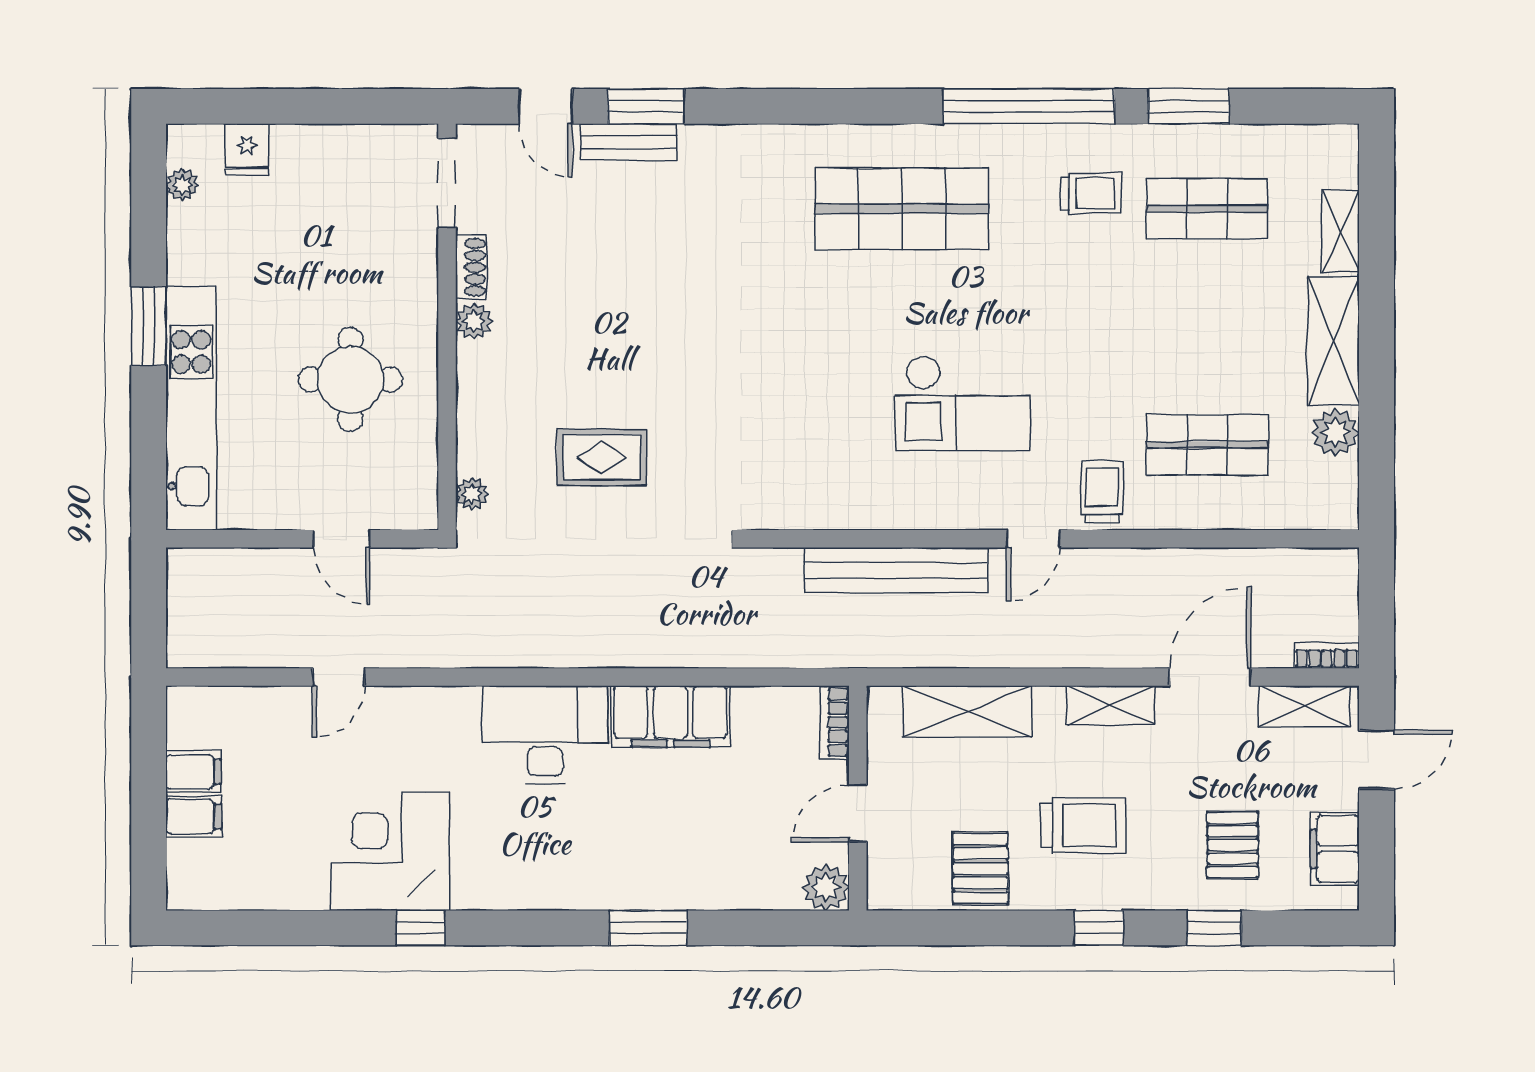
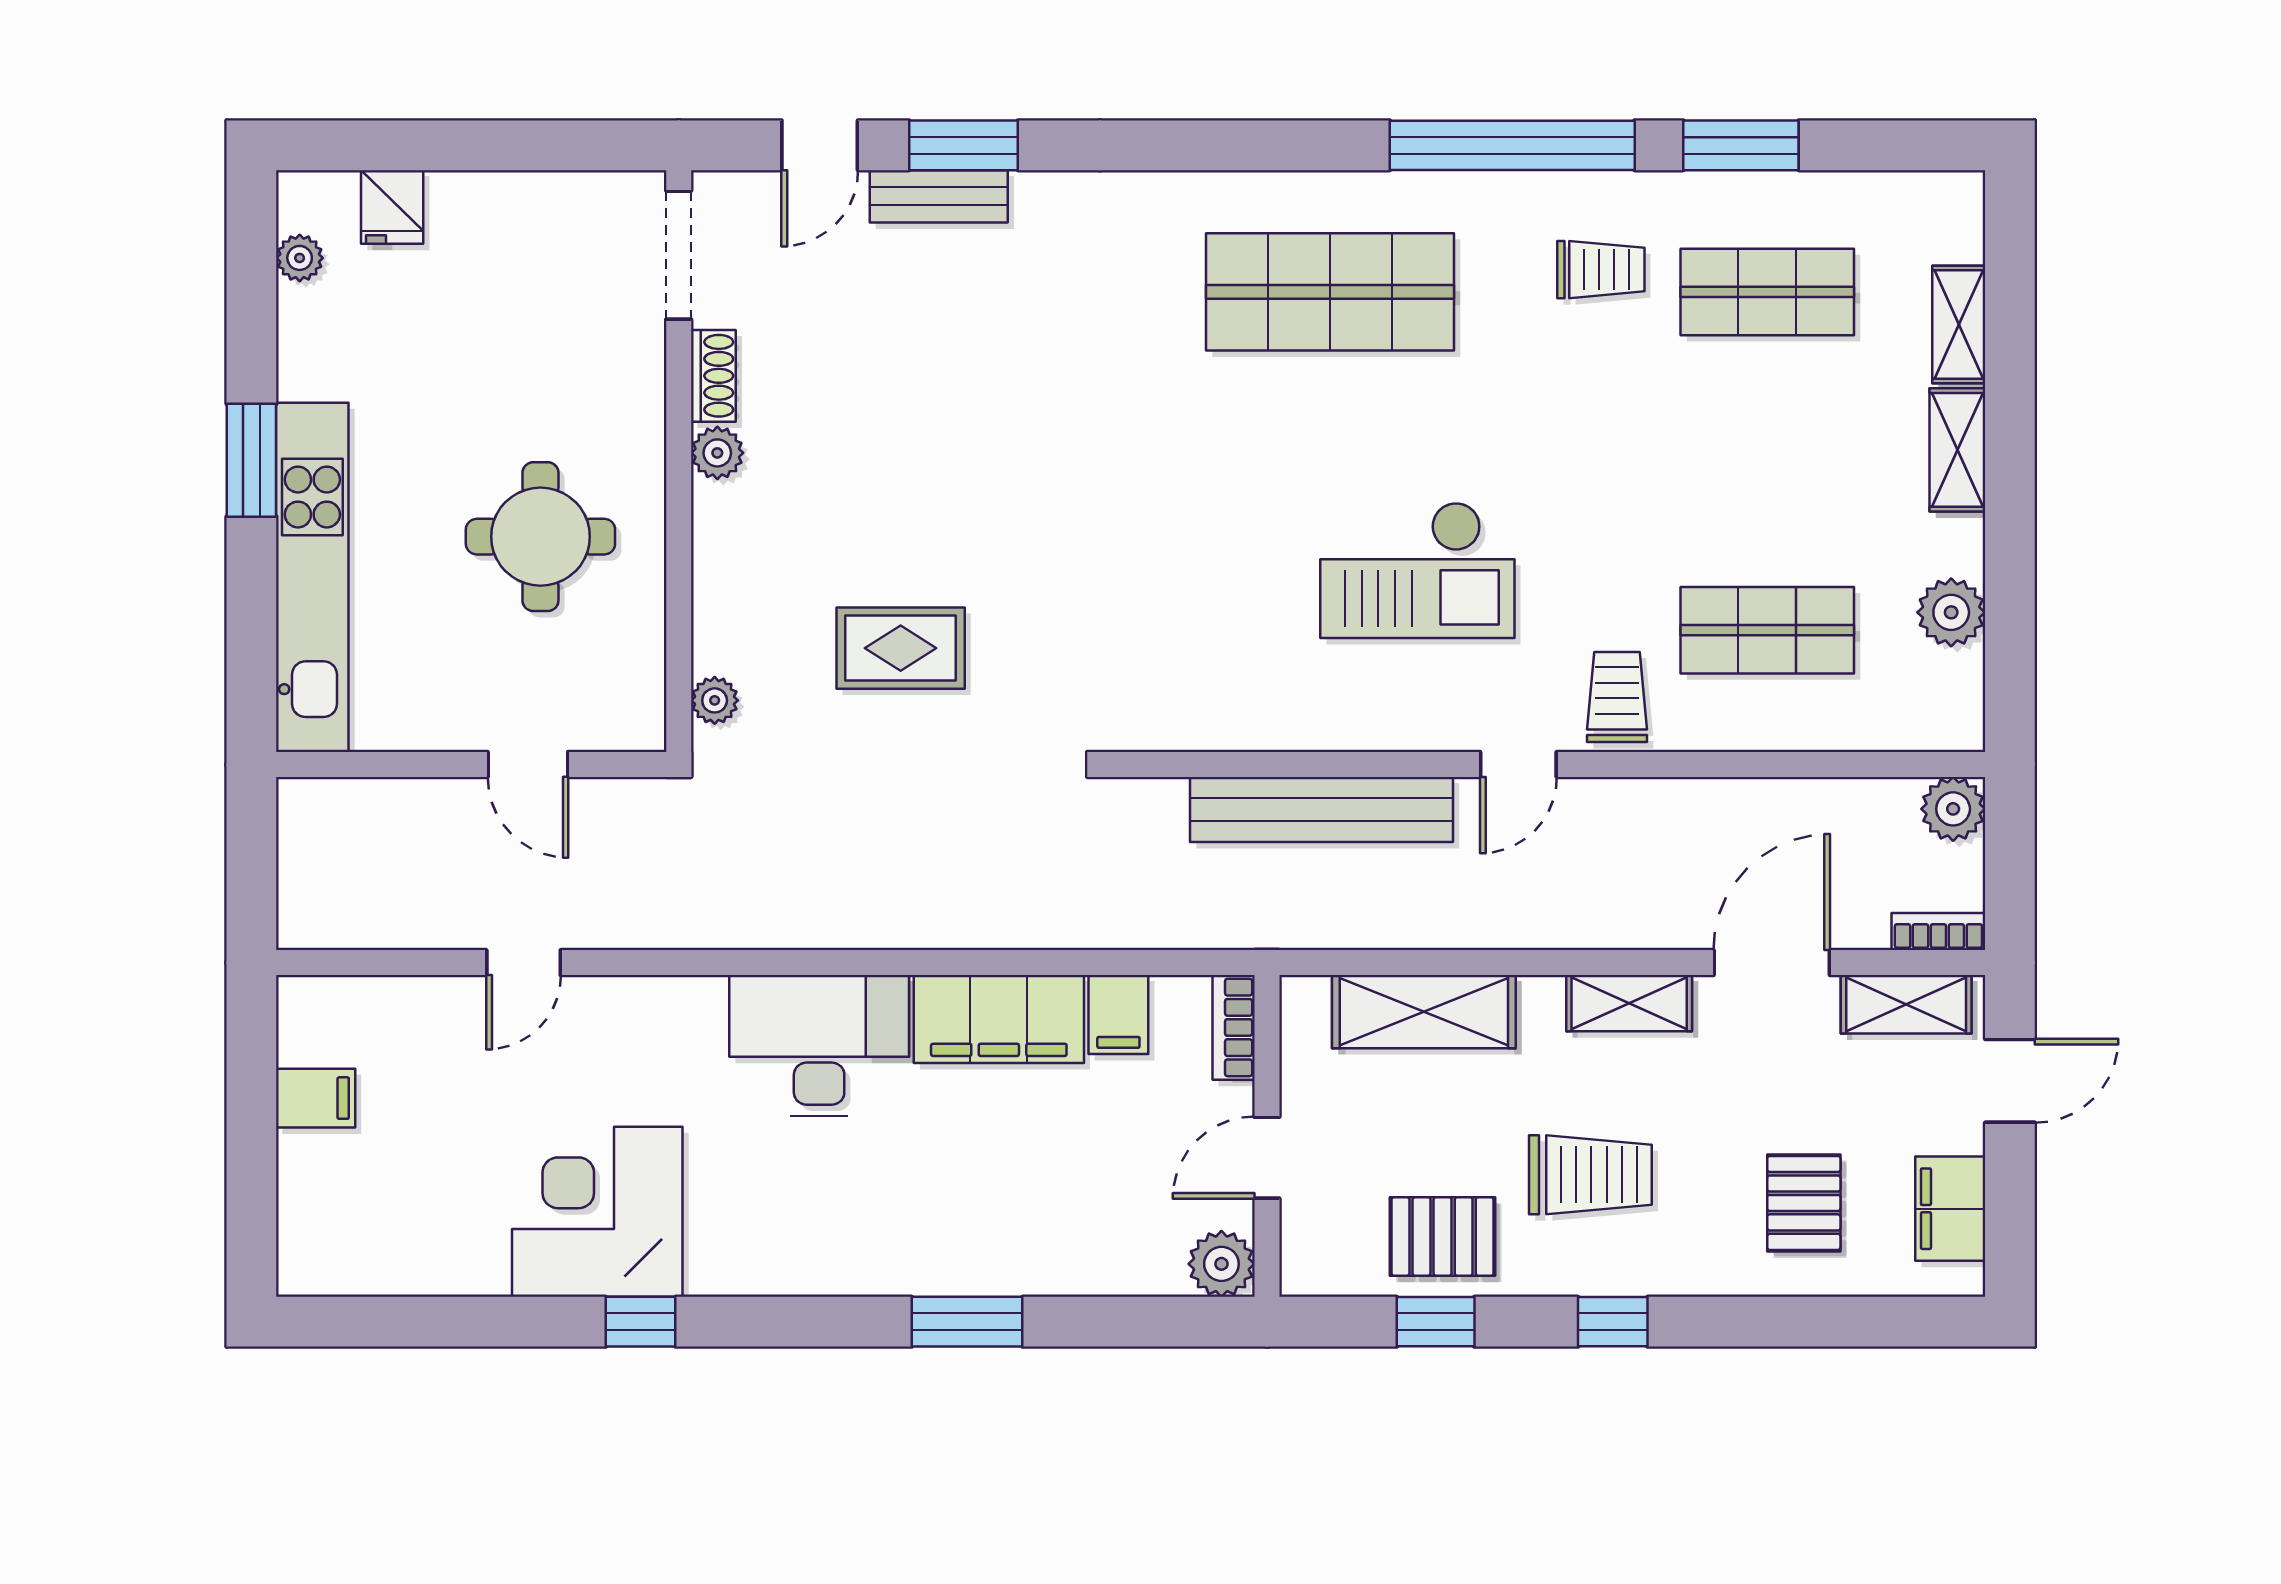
door: (545, 106) -> (820, 145), hinge flipped
shelving: (1333, 341) -> (1957, 450), width x0.67, depth x0.75
plant: (1337, 570) -> (1953, 809), added
filing cabinet: (194, 817) -> (1118, 1015), moved, turned 90
pallet: (980, 868) -> (1443, 1237), turned 90
window: (1214, 928) -> (1436, 1322), moved

